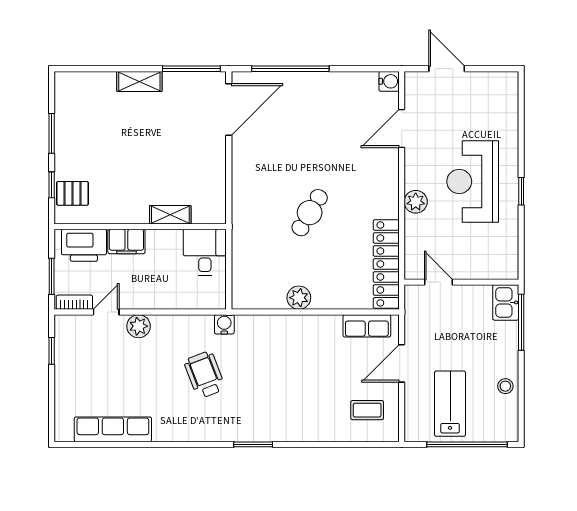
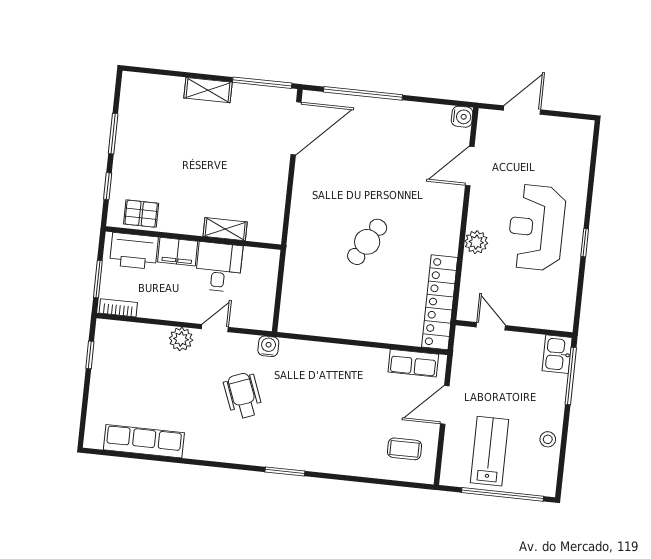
door: (447, 69) -> (522, 110), hinge flipped
pallet: (72, 193) -> (141, 214), moved
desk: (205, 252) -> (219, 267), moved
plant: (299, 298) -> (347, 327), removed
door: (106, 312) -> (215, 328), moved

